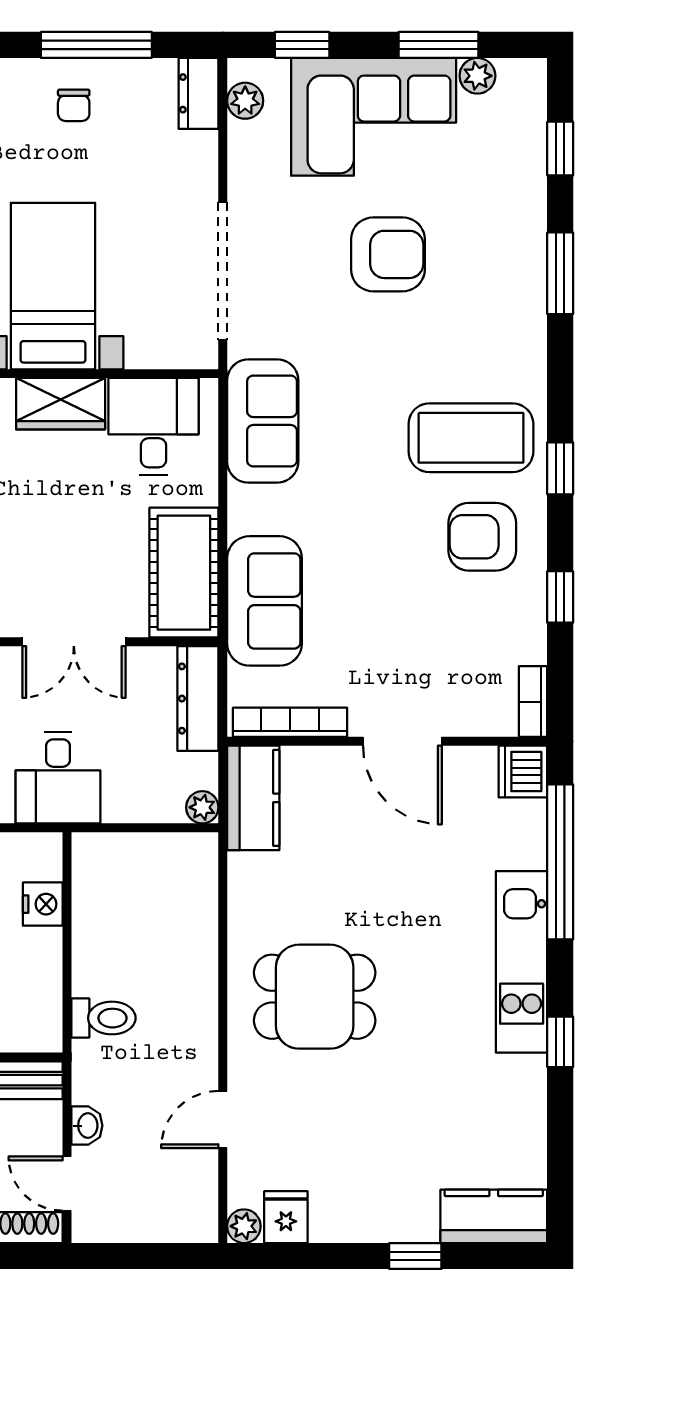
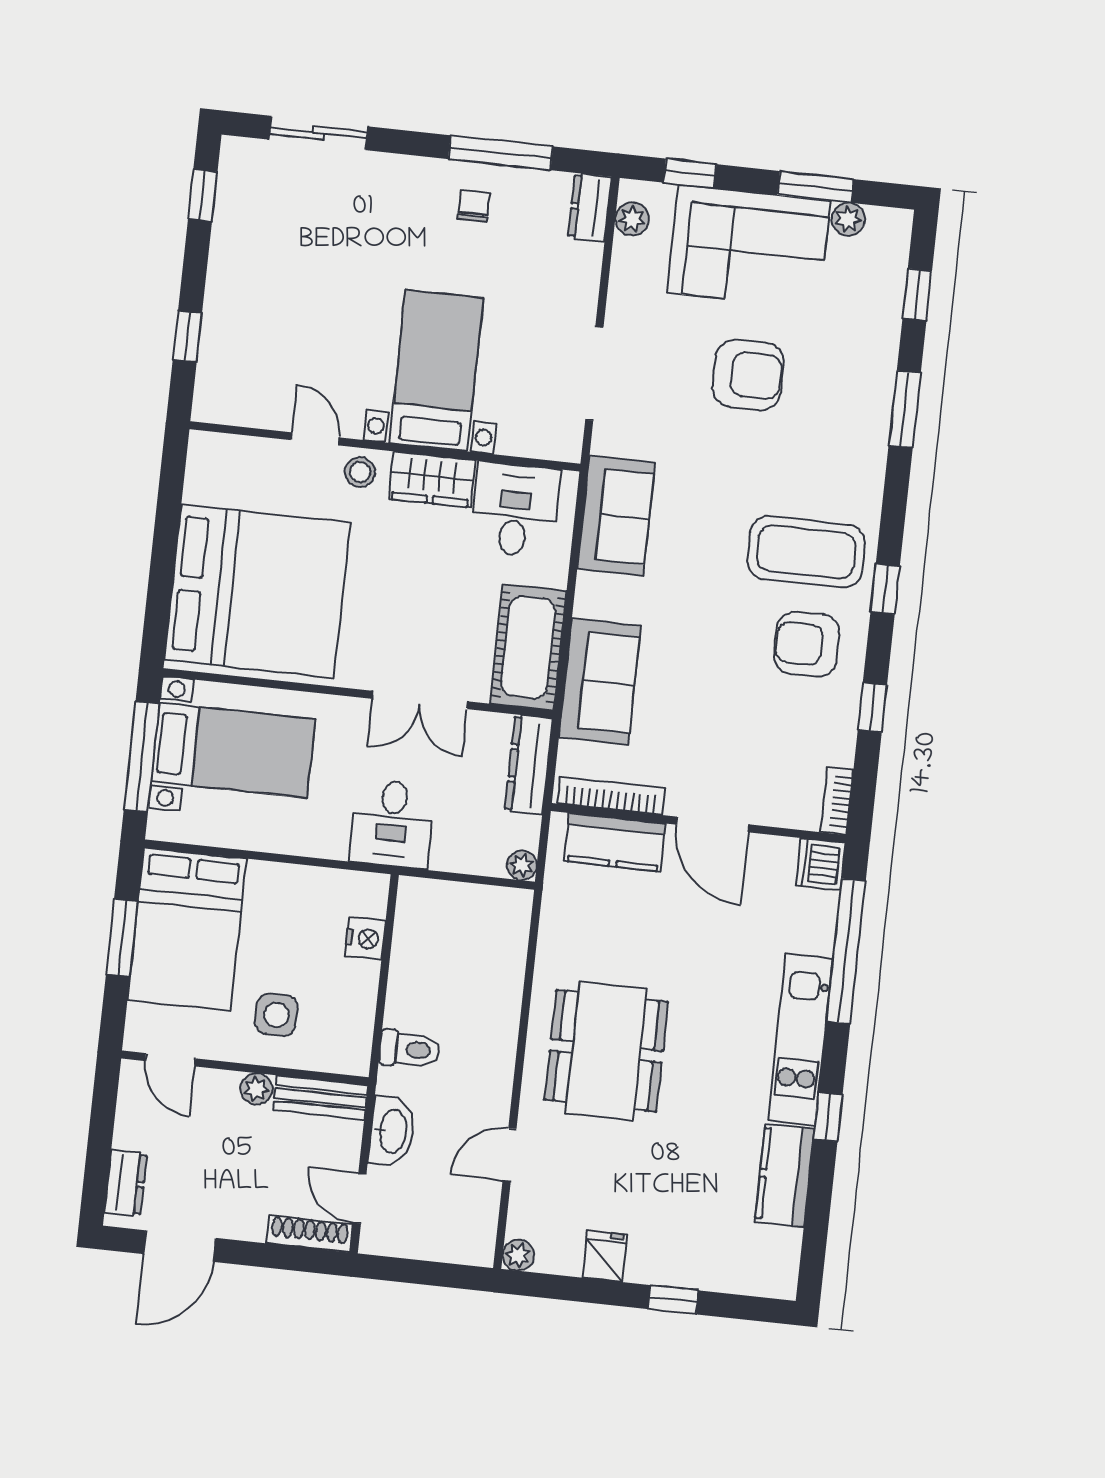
chair: (74, 105) -> (474, 206), turned 180
doorway: (223, 271) -> (594, 374), width x0.73
kitchen counter: (253, 798) -> (615, 842), moved, turned 90
dining table: (315, 997) -> (606, 1051), width x1.38
washbasin: (87, 1126) -> (392, 1131), width x1.91, depth x1.45
kitchen counter: (494, 1216) -> (785, 1175), moved, turned -90
fridge: (286, 1217) -> (605, 1256), moved

